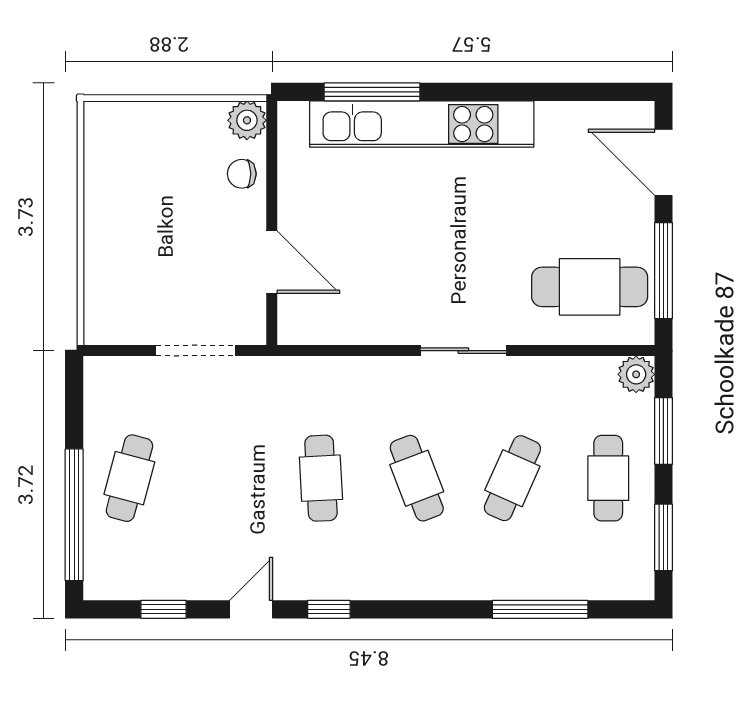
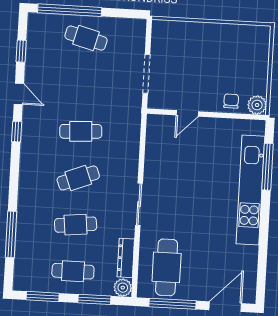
door: (272, 262) -> (187, 113), width x0.73
dresser: (575, 372) -> (126, 258), added
cafe table: (512, 478) -> (76, 225), turned -30

